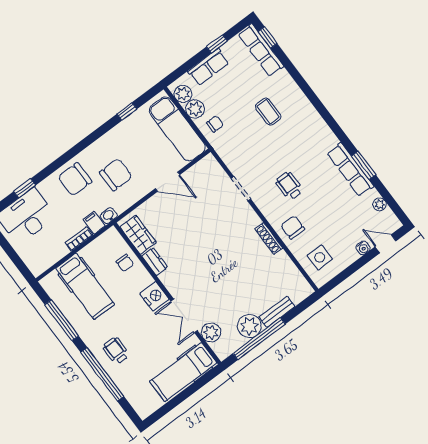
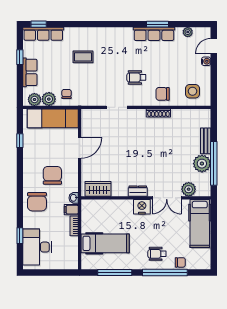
dresser: (155, 262) -> (138, 191), moved
chair: (125, 263) -> (180, 262), moved

